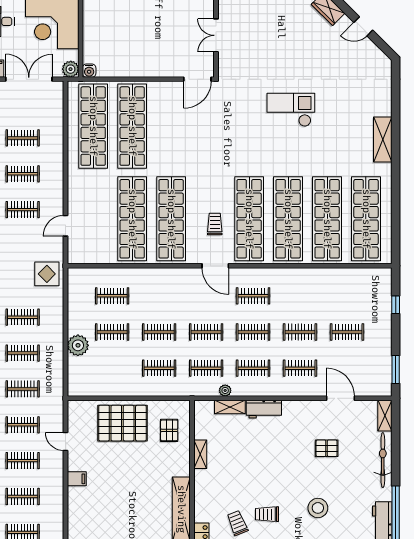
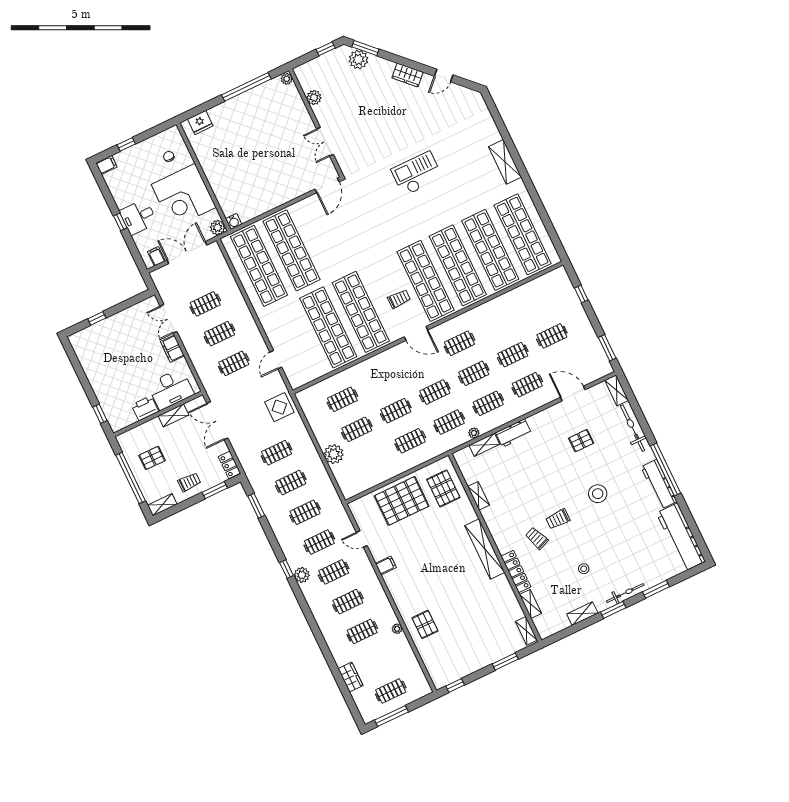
trolley: (215, 224) -> (399, 299), turned 90
pallet: (169, 430) -> (443, 488), width x1.50, depth x1.42

